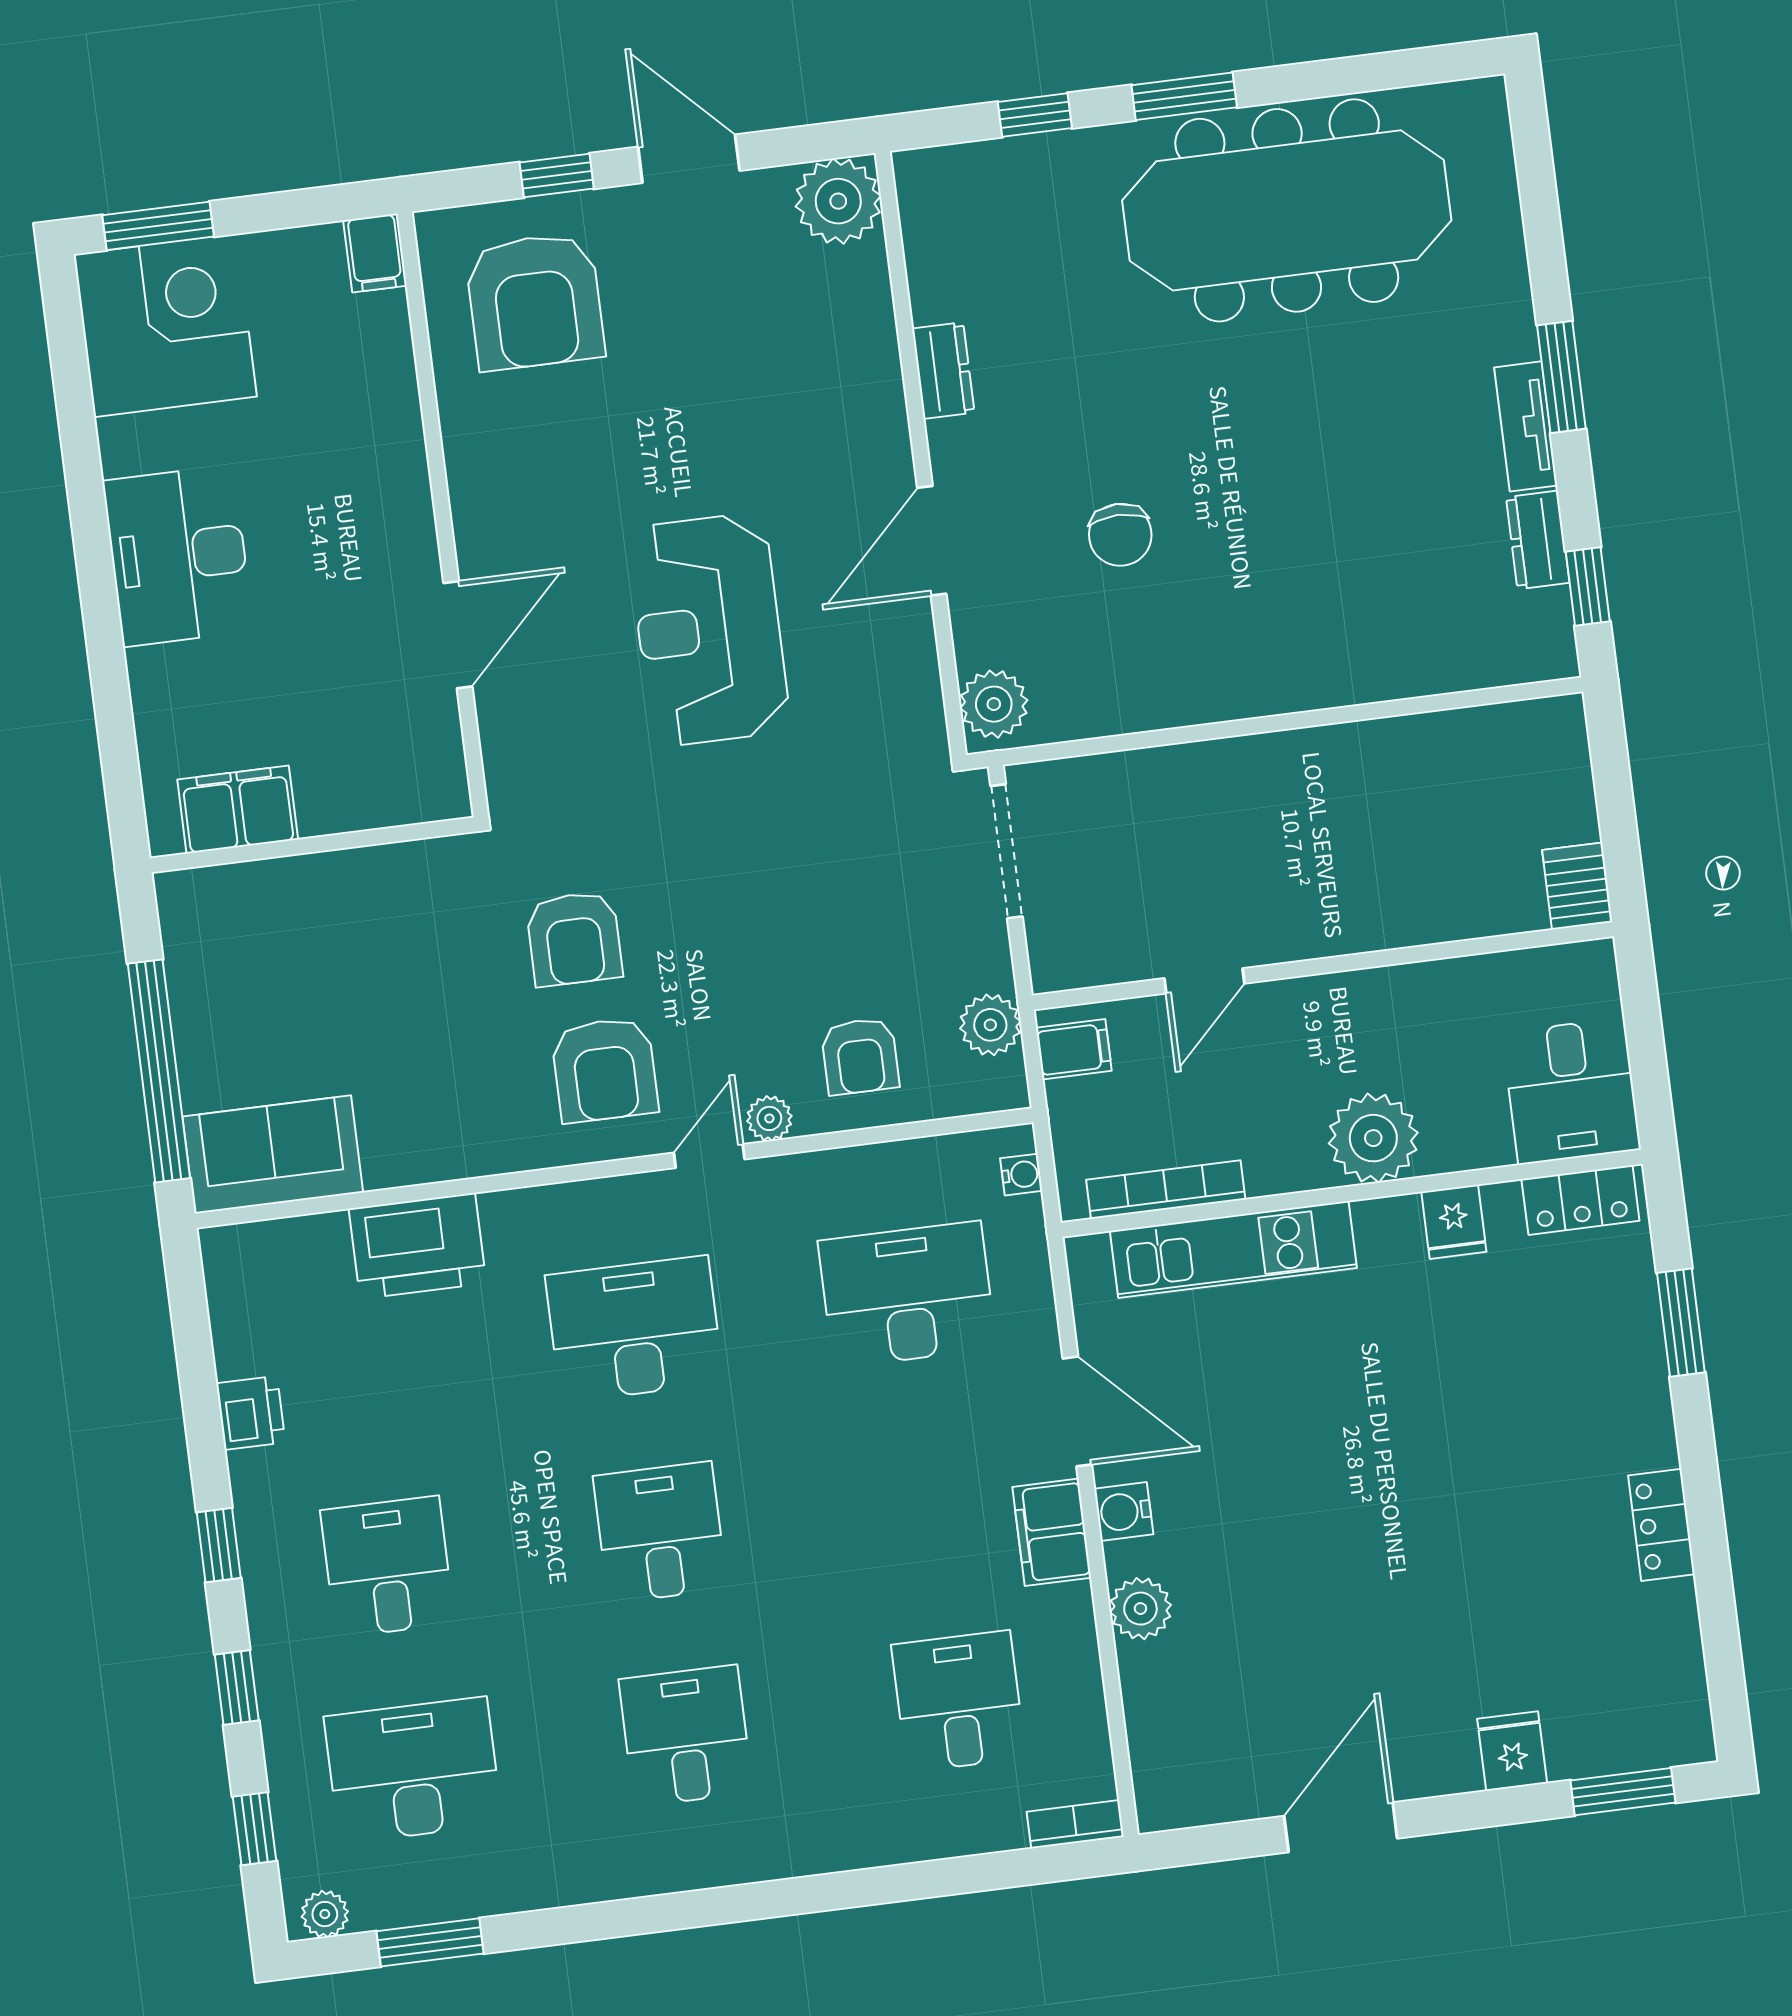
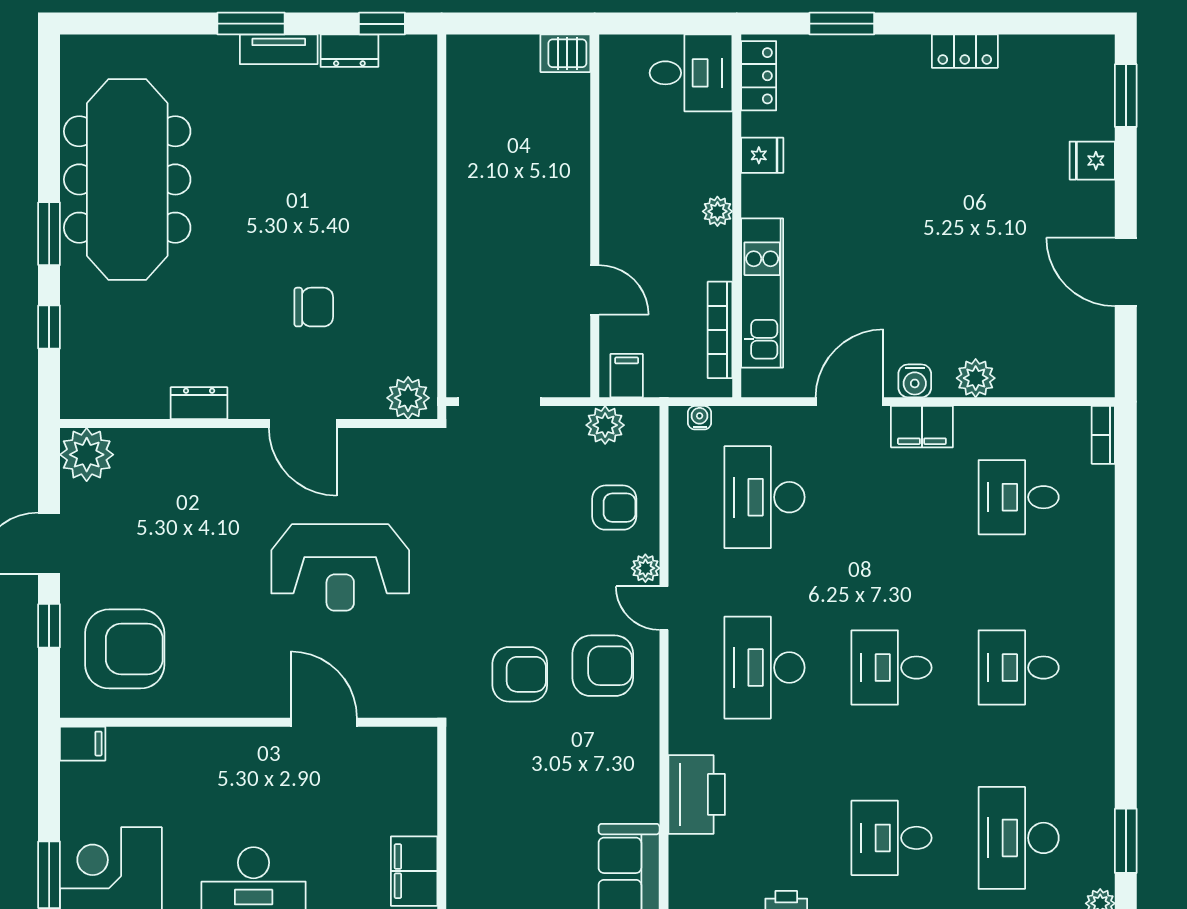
plant: (1373, 1138) -> (717, 211), width x0.53, depth x0.53

